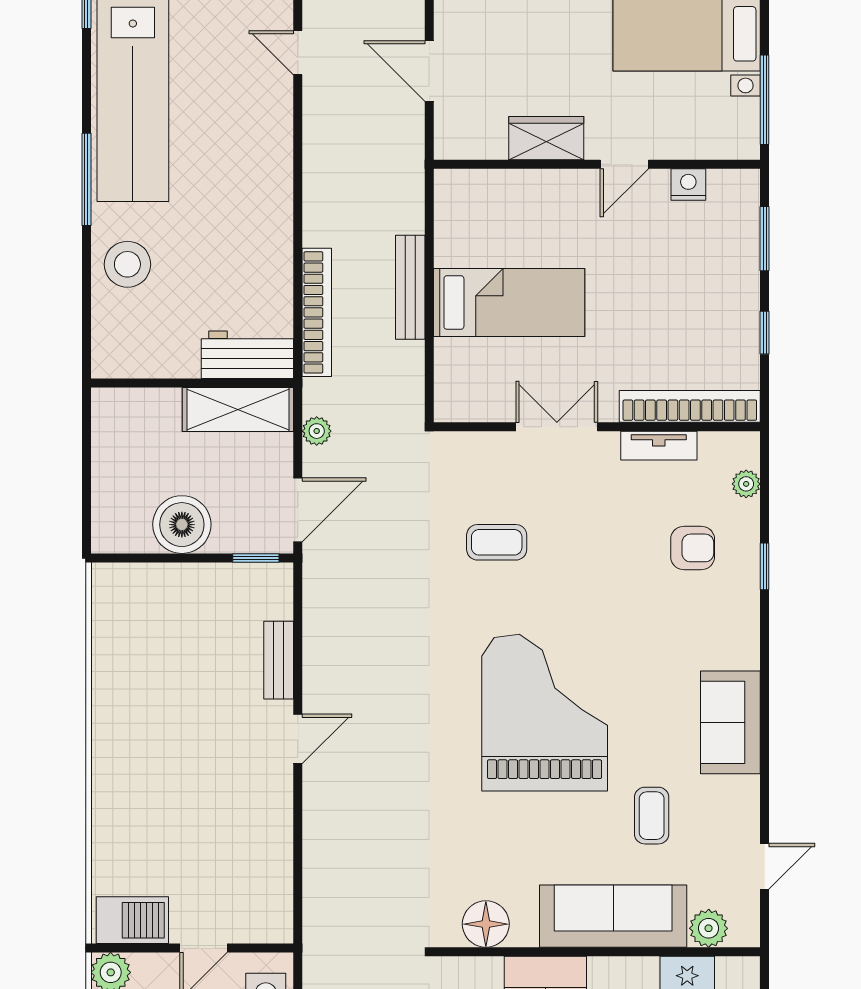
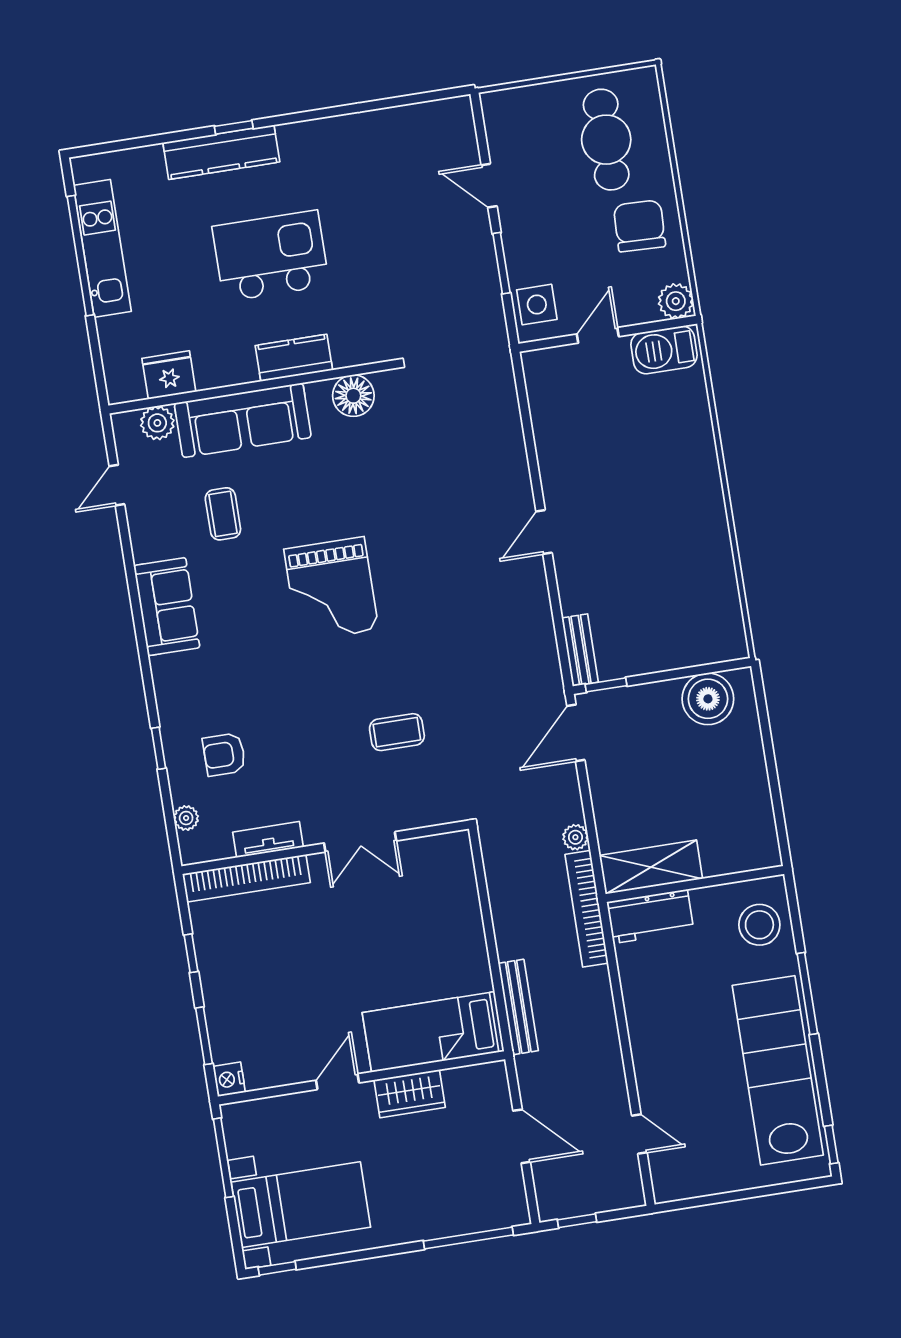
nightstand: (688, 184) -> (229, 1079), moved, turned 90
bench: (410, 287) -> (518, 1007), moved
bed: (509, 303) -> (433, 1032), moved
workbench: (247, 355) -> (650, 916), moved
wall: (192, 383) -> (695, 884), moved
shelving: (238, 410) -> (651, 867), moved
plant: (317, 431) -> (575, 837), moved
boiler: (182, 525) -> (708, 699), moved
bench: (279, 660) -> (580, 650), moved
grand piano: (545, 713) -> (331, 589), width x0.73, depth x0.68

